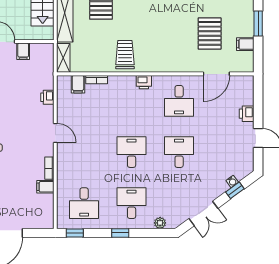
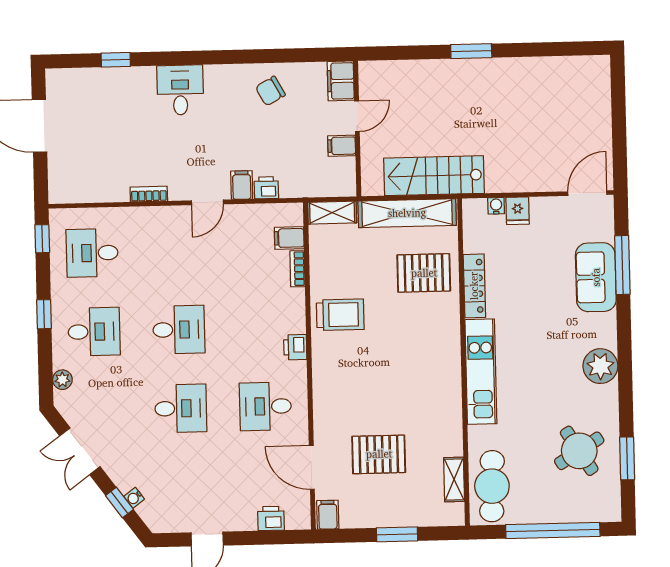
filing cabinet: (245, 44) -> (328, 515), moved
printer: (247, 114) -> (271, 518), moved
filing cabinet: (45, 187) -> (242, 185), moved

